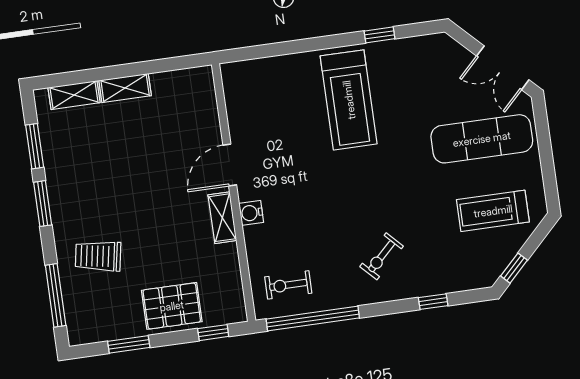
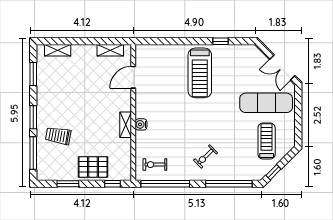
shelving: (125, 88) -> (110, 50), moved
door: (230, 165) -> (133, 77), moved
window: (43, 204) -> (33, 117), moved
treadmill: (493, 211) -> (267, 141), turned 90
window: (433, 302) -> (229, 184), width x3.17

